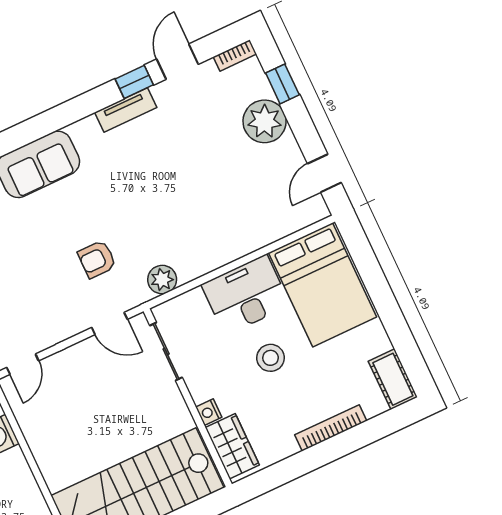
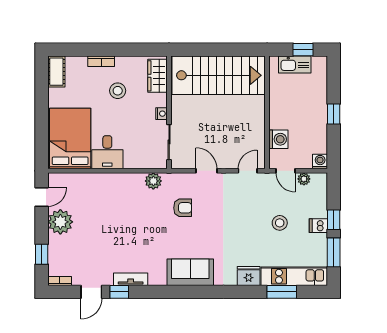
plant: (265, 121) -> (60, 222), moved
desk: (246, 295) -> (107, 152), width x0.73
door: (110, 323) -> (206, 171), moved
stool: (271, 358) -> (118, 91), moved
nightstand: (209, 412) -> (161, 114), moved
bookcase: (331, 428) -> (101, 61), width x0.64

